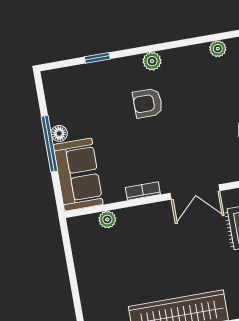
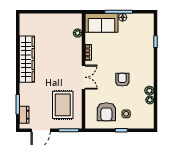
plant: (152, 61) -> (149, 91), moved
armchair: (148, 103) -> (122, 80), moved
double door: (195, 192) -> (83, 77), swing flipped

